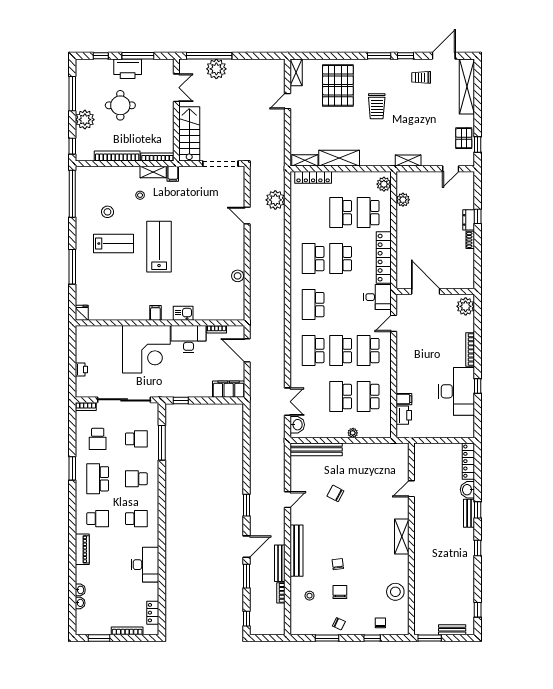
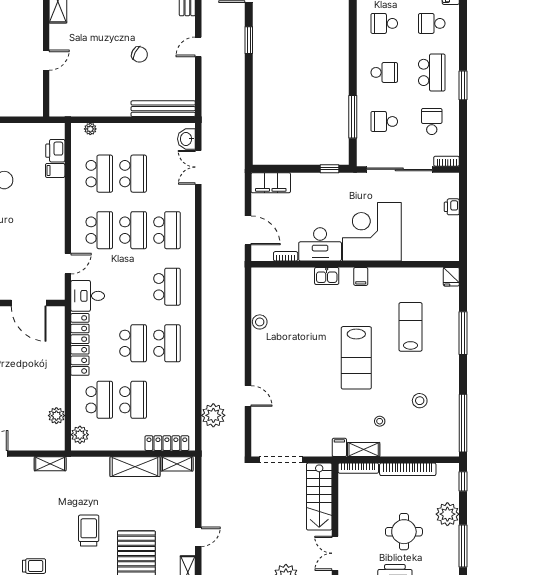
lab bench: (114, 244) -> (411, 327), moved, turned 90
plant: (353, 433) -> (90, 129), moved

